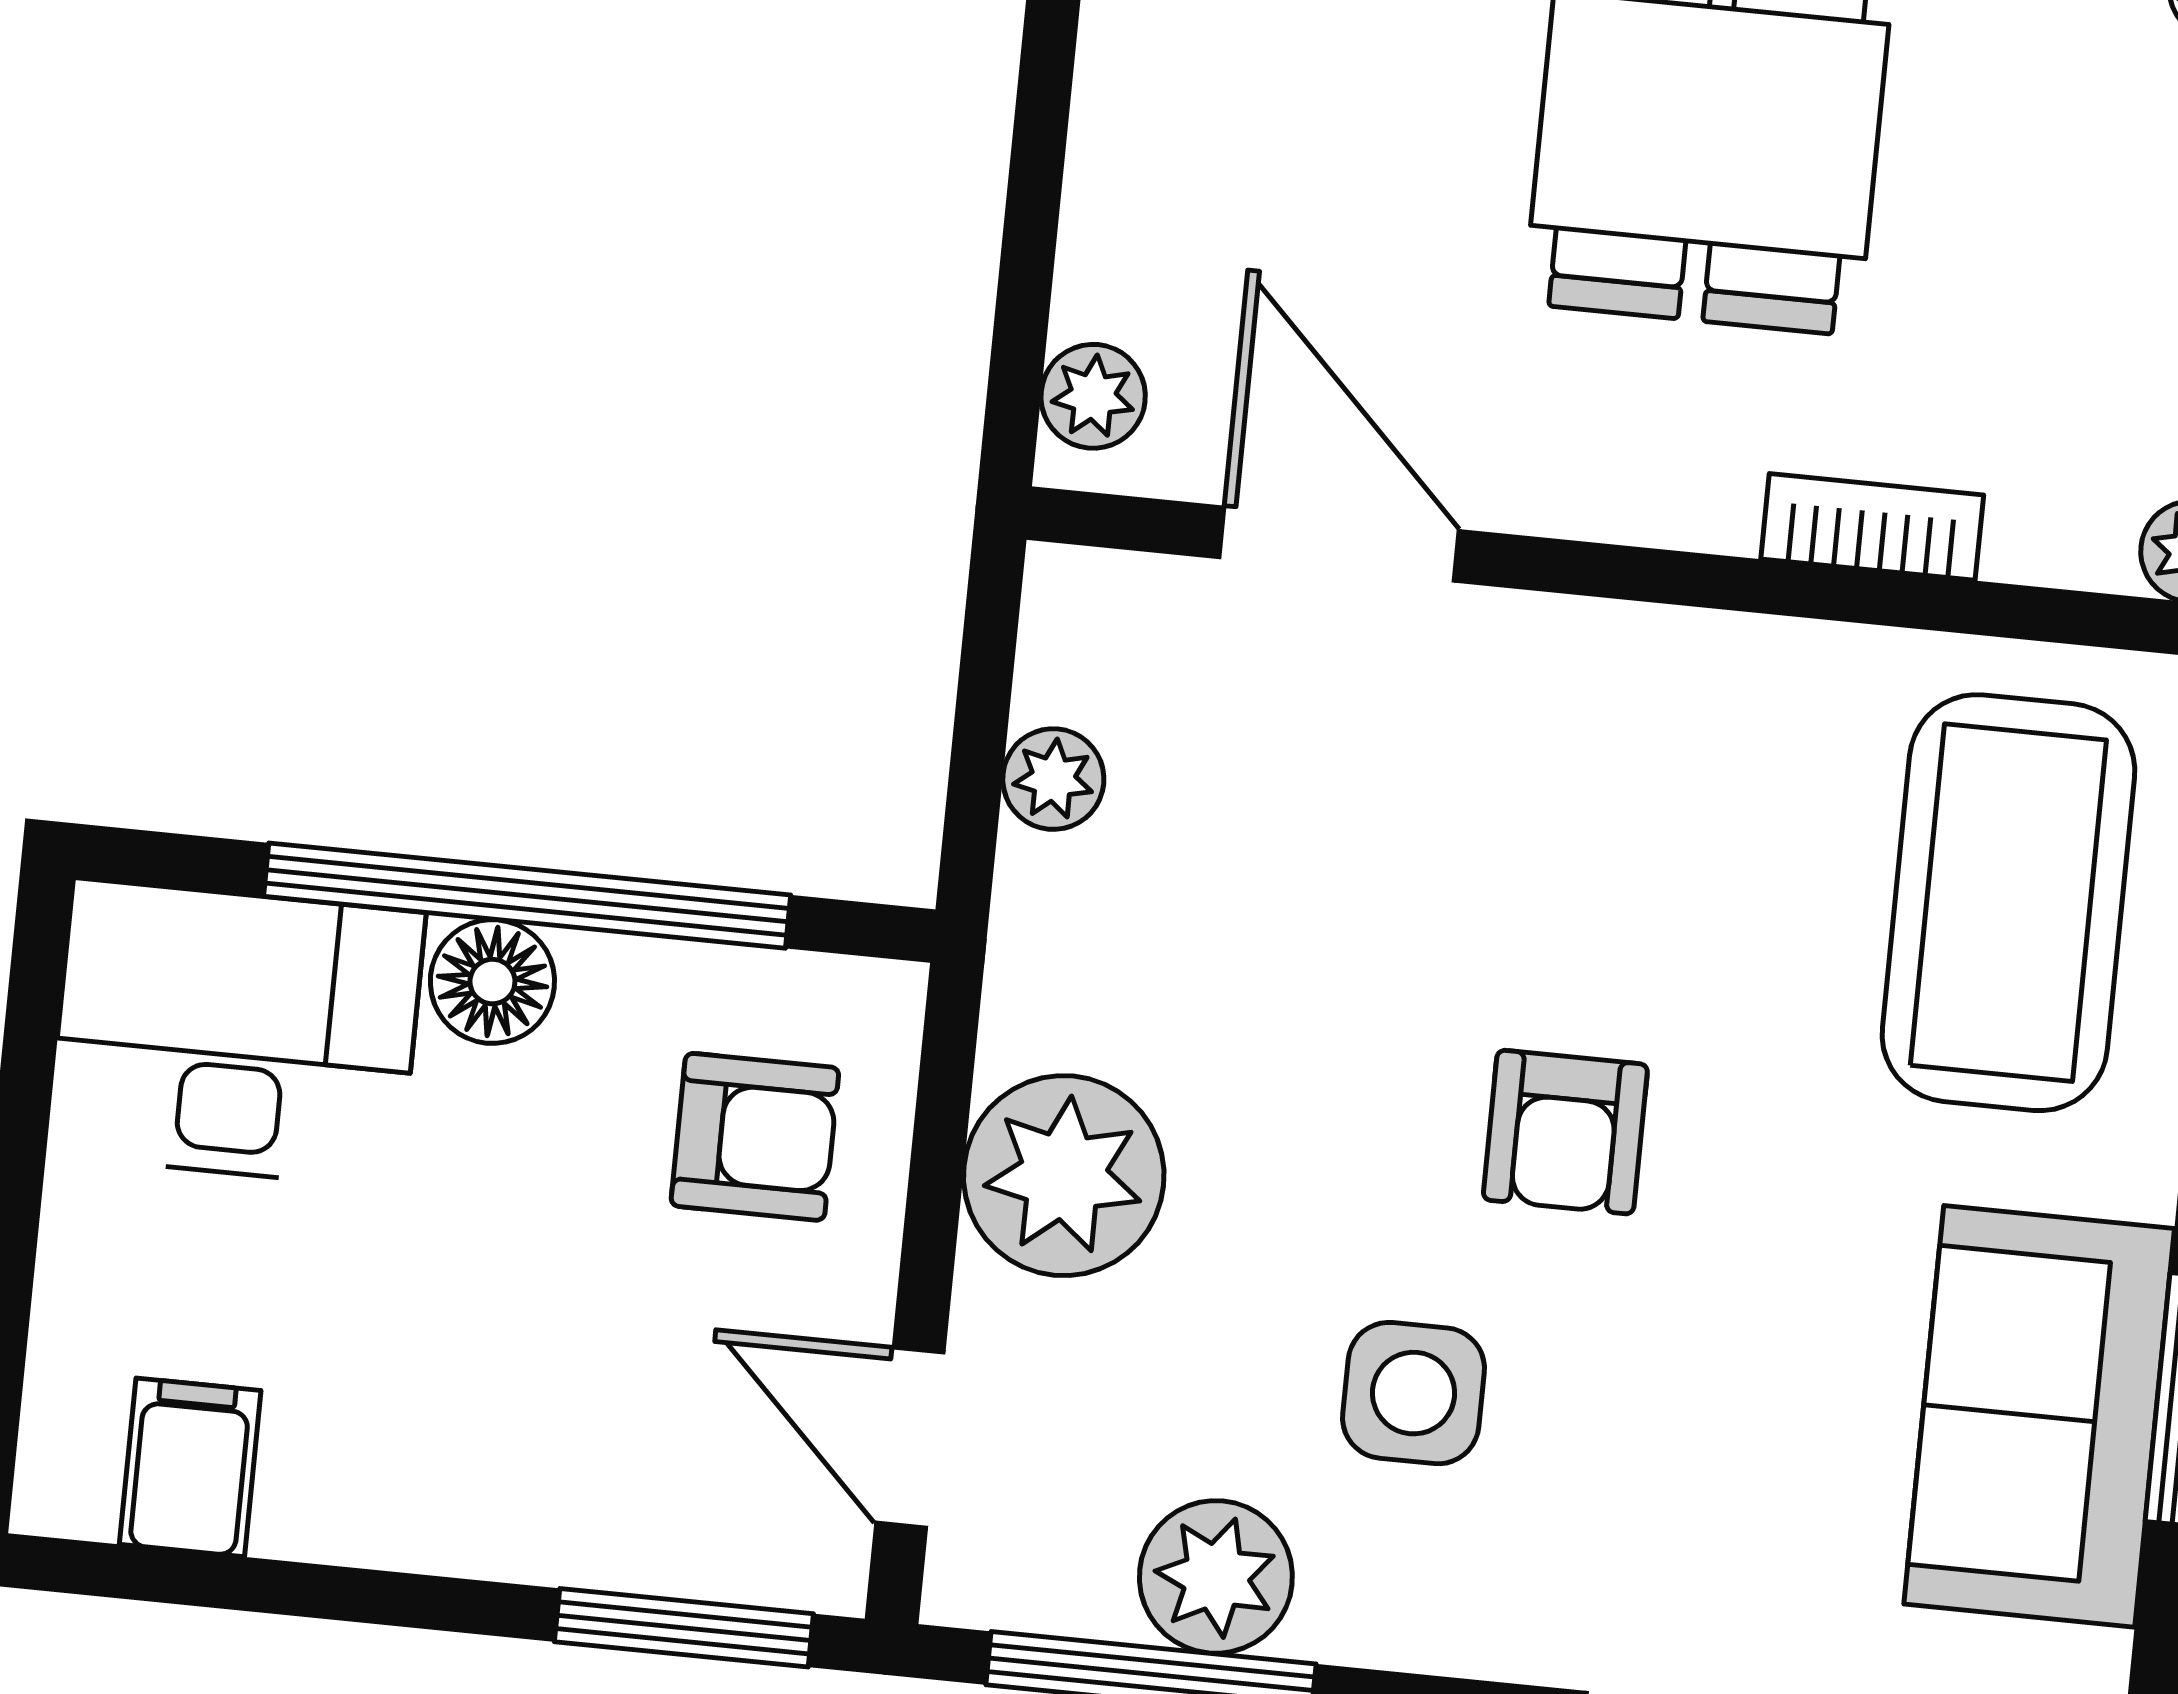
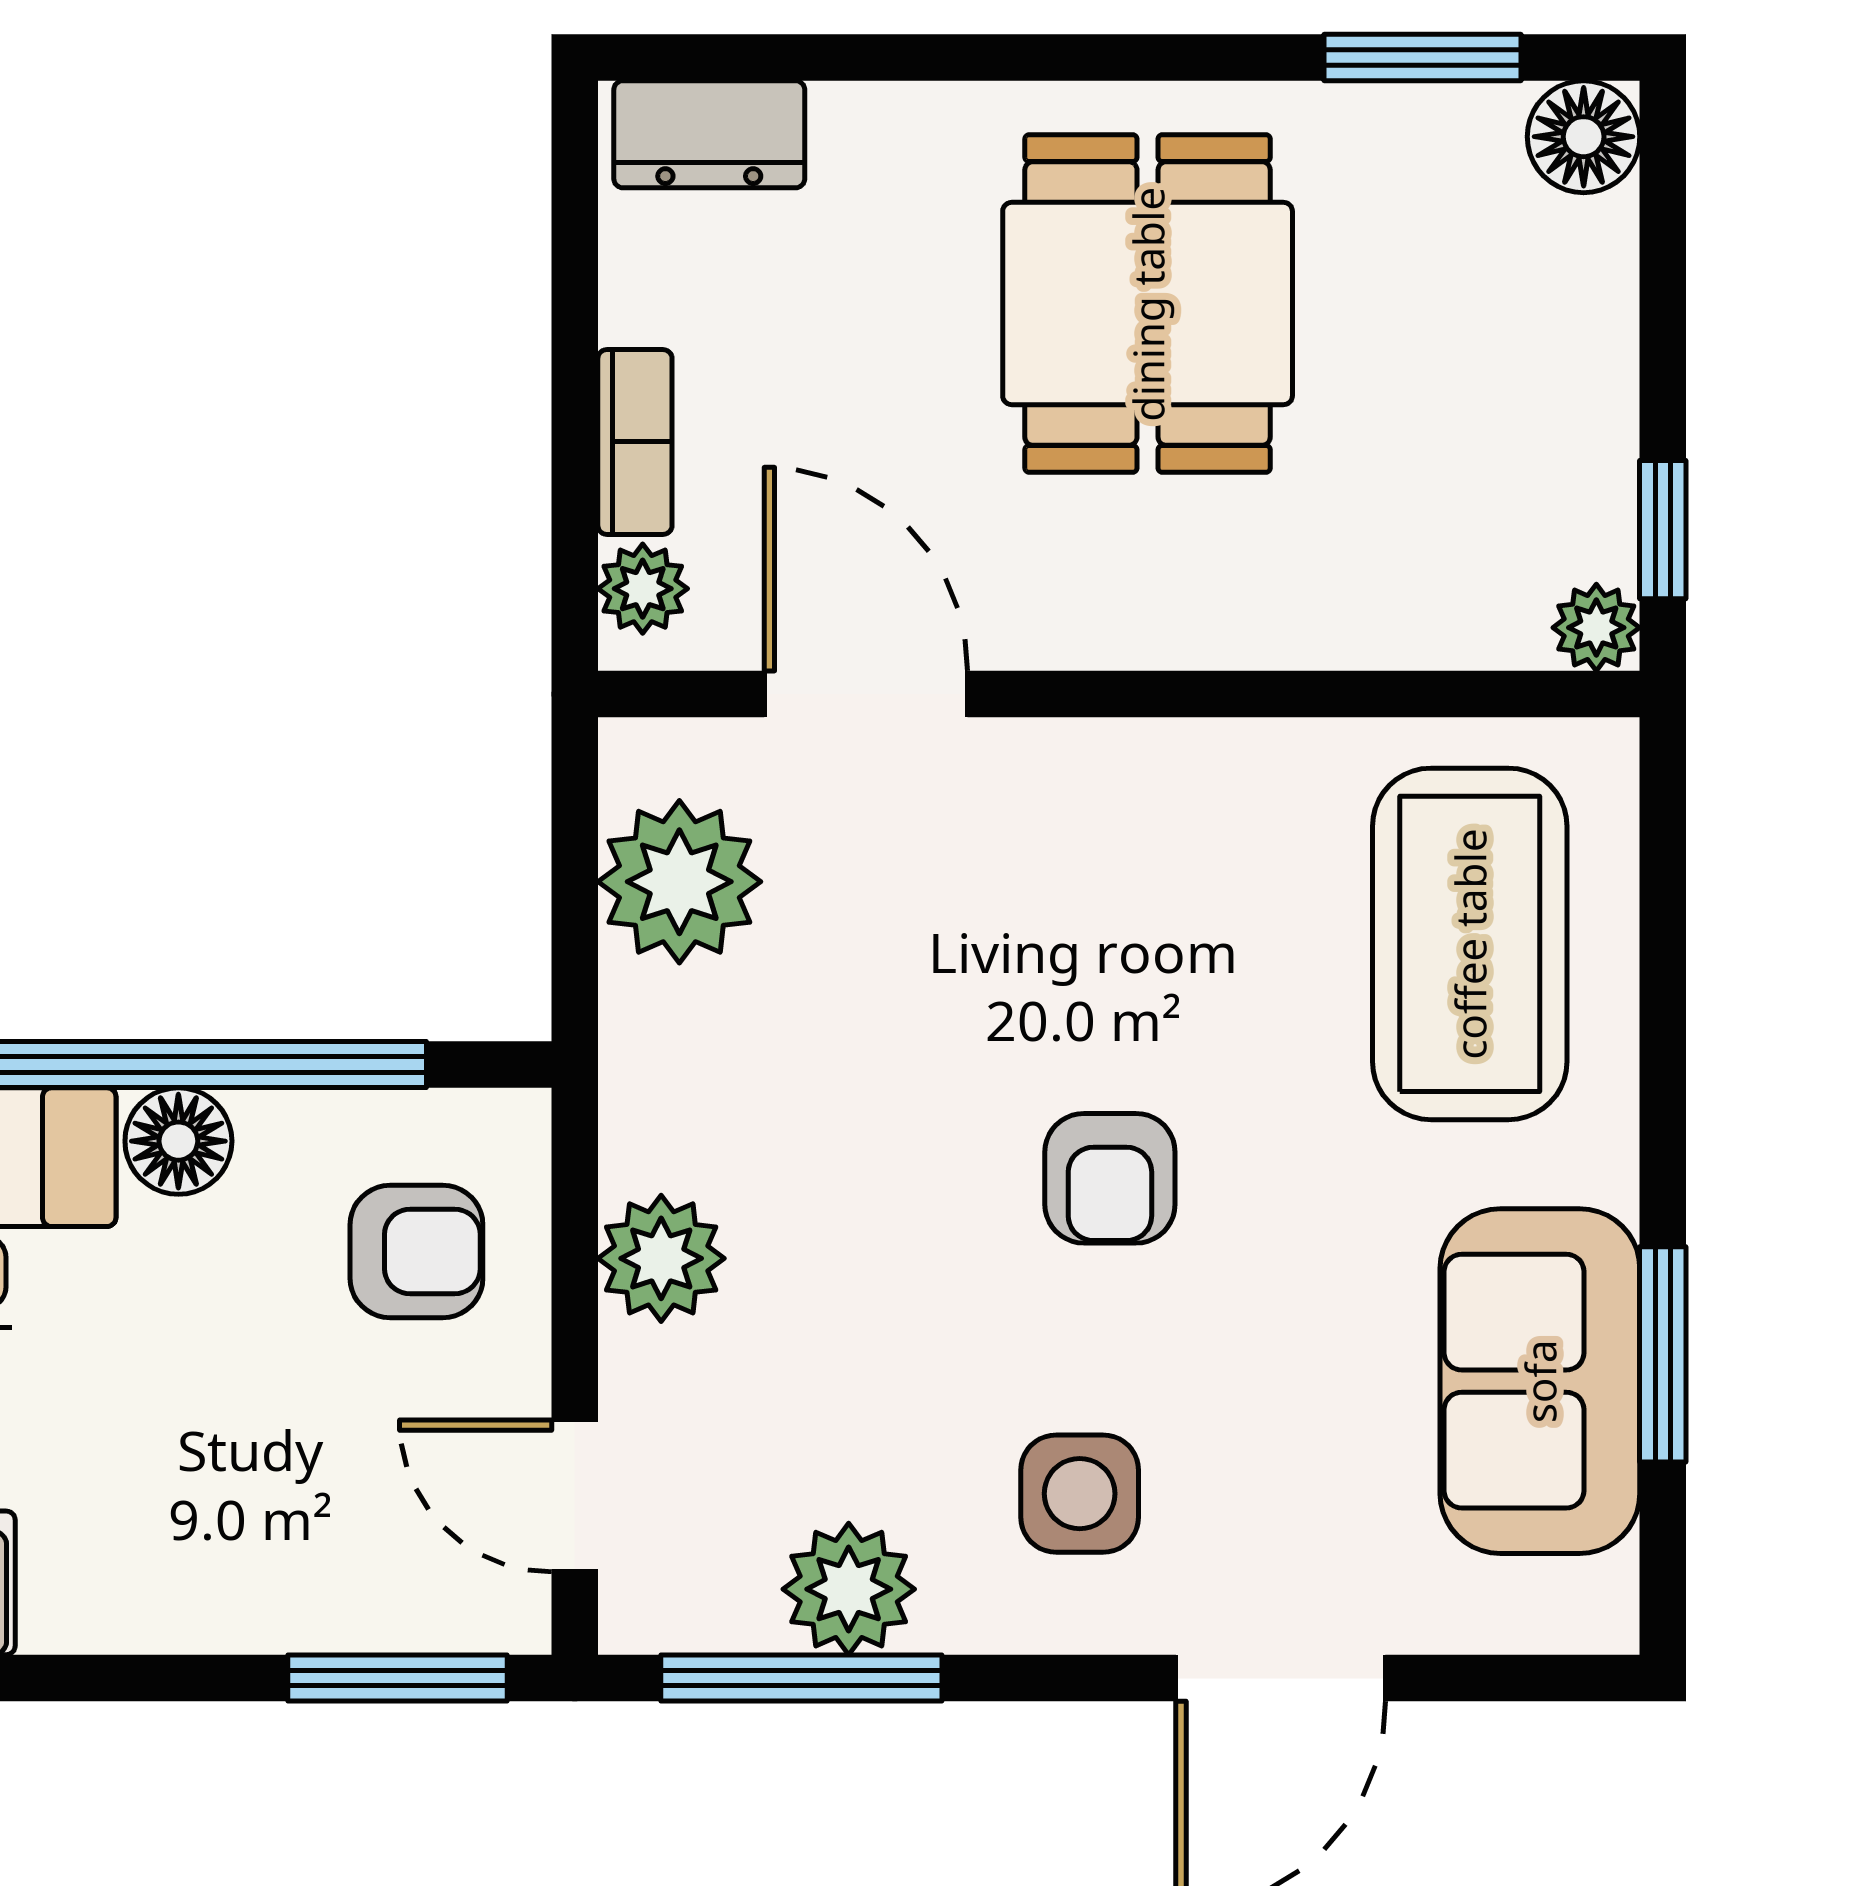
bookcase: (1872, 527) -> (635, 442), moved, turned 90
plant: (1053, 779) -> (679, 882), width x1.88, depth x1.88
plant: (1064, 1176) -> (661, 1258), width x0.73, depth x0.73
side table: (1413, 1393) -> (1080, 1494), moved

